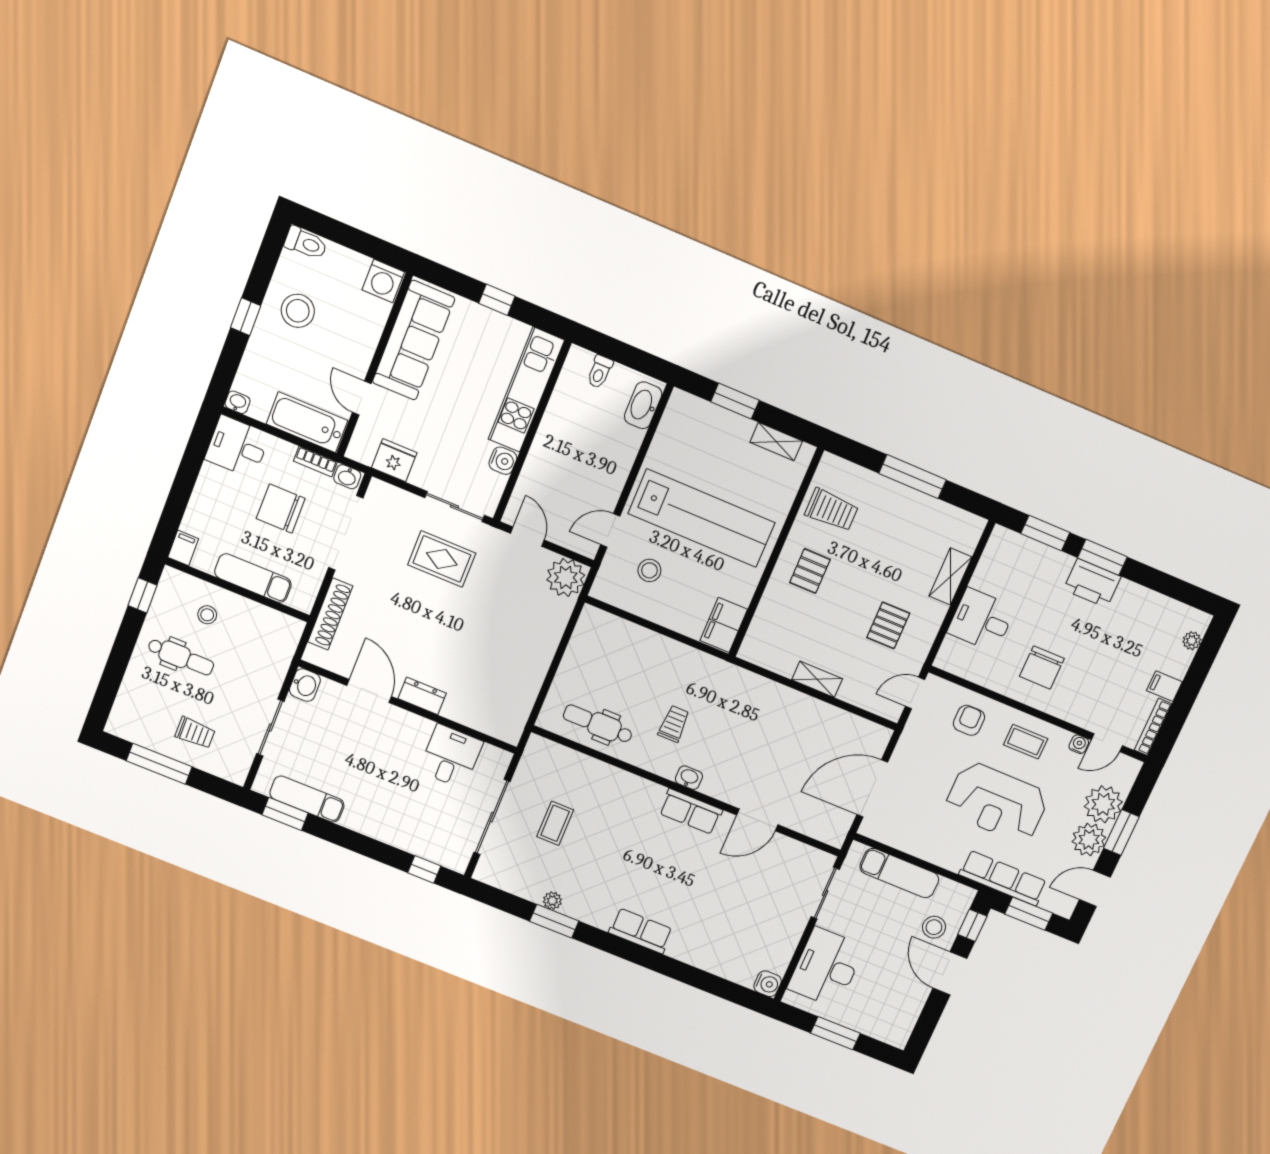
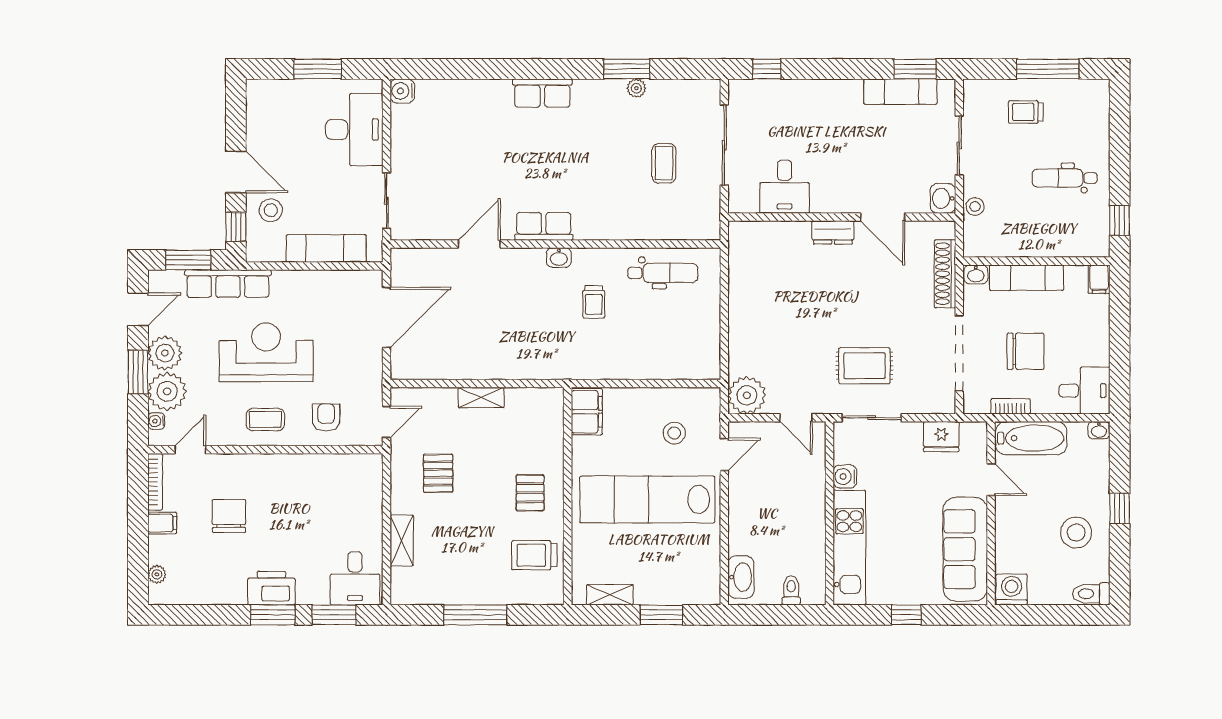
washbasin: (347, 477) -> (976, 274), moved, turned 180
stool: (207, 615) -> (975, 206), moved
desk: (981, 620) -> (355, 578), moved, turned 90
chair: (1042, 667) -> (229, 516), moved
armchair: (969, 720) -> (326, 418), turned 180
water cooler: (1079, 744) -> (156, 421), moved, turned 90

